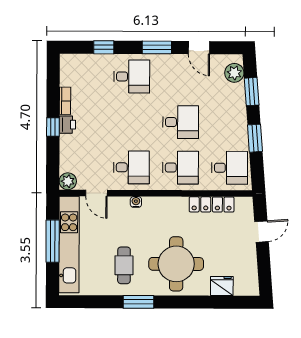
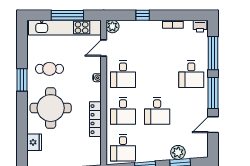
window: (104, 47) -> (213, 53), width x2.17
window: (157, 47) -> (213, 93), width x1.44
plant: (234, 73) -> (178, 152), moved
printer: (67, 125) -> (200, 26), moved
window: (53, 127) -> (143, 15), moved
locker: (212, 204) -> (95, 119), moved

